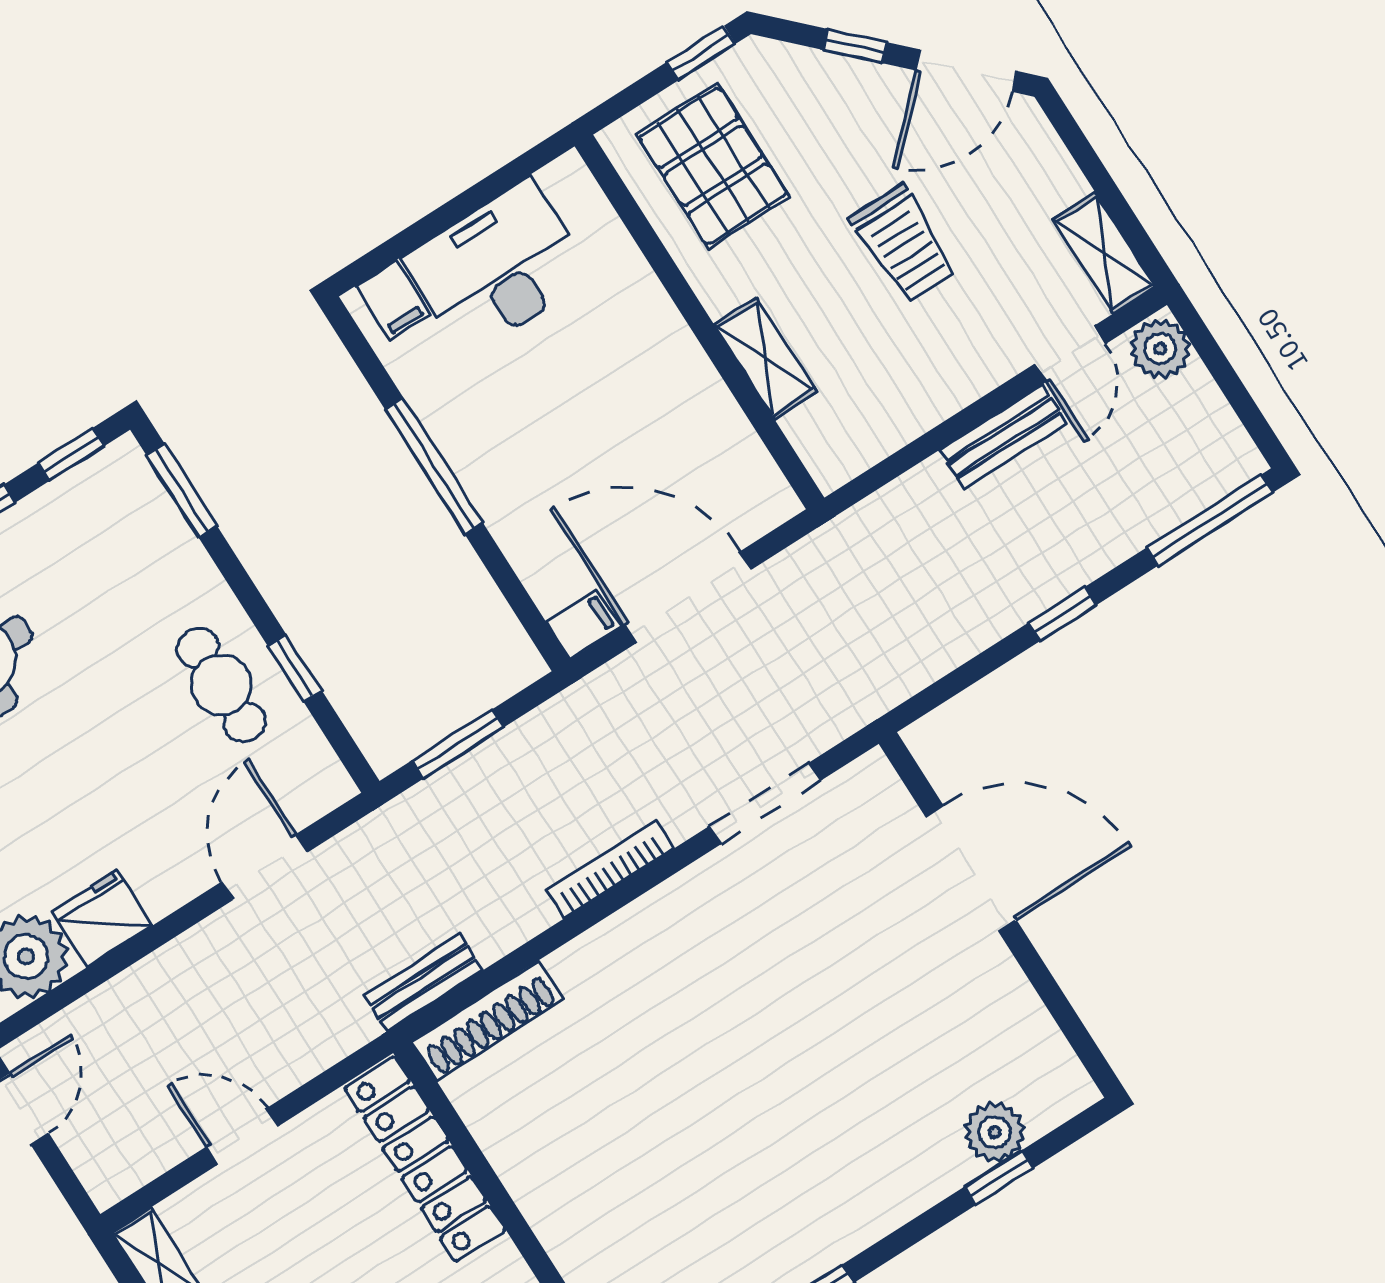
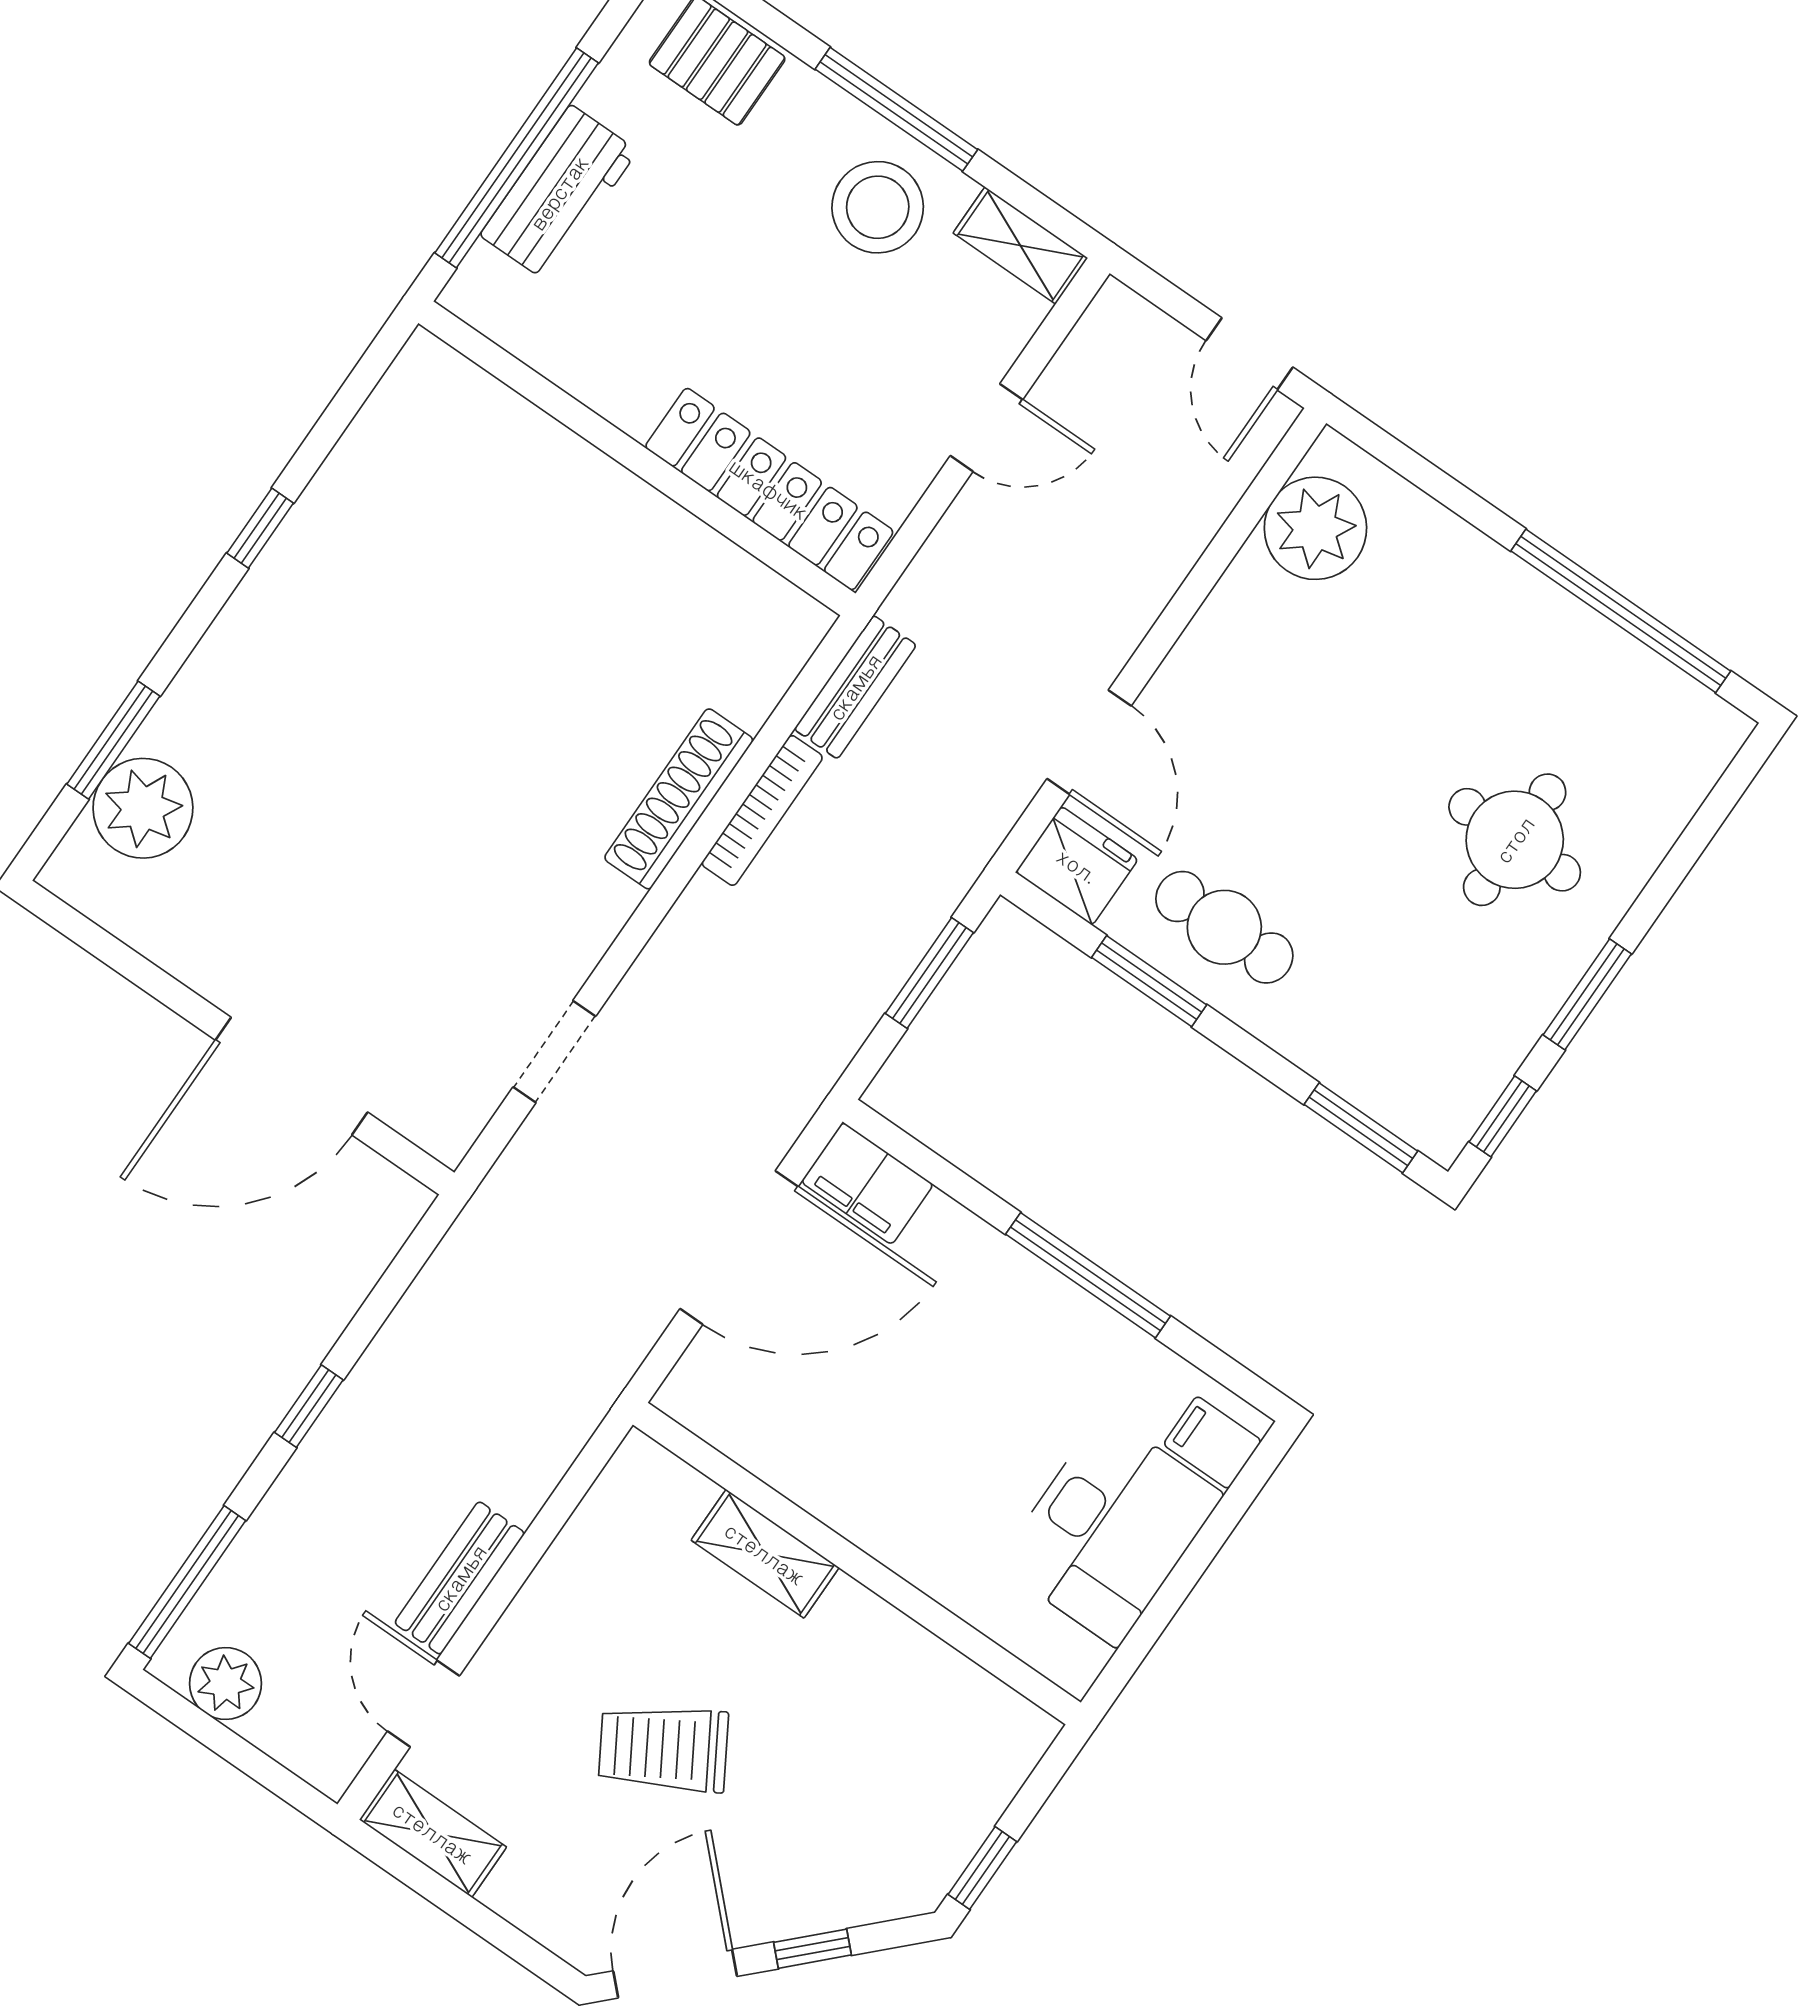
pallet: (713, 166) -> (916, 1746), removed
trolley: (904, 244) -> (663, 1749), turned -31
plant: (1160, 349) -> (226, 1683), moved
filing cabinet: (583, 624) -> (867, 1183), width x2.00
window: (295, 668) -> (1149, 981), width x1.50
doorway: (765, 803) -> (554, 1052), width x0.73
bookcase: (610, 869) -> (762, 810), moved
fridge: (102, 918) -> (1077, 866), moved, turned -90
shoe rack: (487, 1021) -> (679, 799), moved
plant: (995, 1132) -> (143, 808), width x1.36, depth x1.36
window: (999, 1178) -> (113, 740), width x1.50

